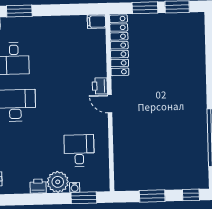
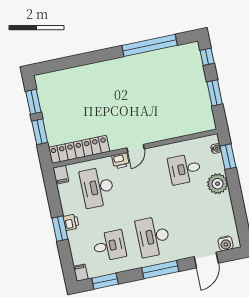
window: (19, 11) -> (60, 229), moved
desk: (77, 57) -> (97, 187), added
printer: (38, 186) -> (71, 222), moved, turned 180
water cooler: (75, 187) -> (216, 148), moved

